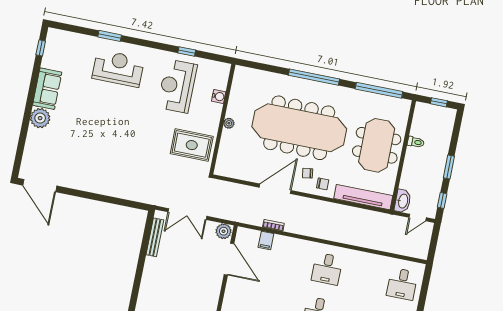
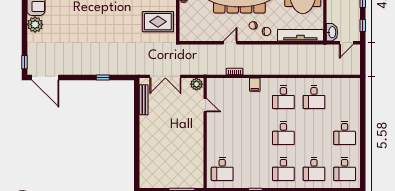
window: (18, 162) -> (24, 62), added
door: (275, 189) -> (230, 43), width x0.53
window: (110, 200) -> (103, 77), added
filing cabinet: (266, 240) -> (255, 85), moved
door: (229, 259) -> (205, 105), width x0.53
desk: (402, 284) -> (314, 97), moved

